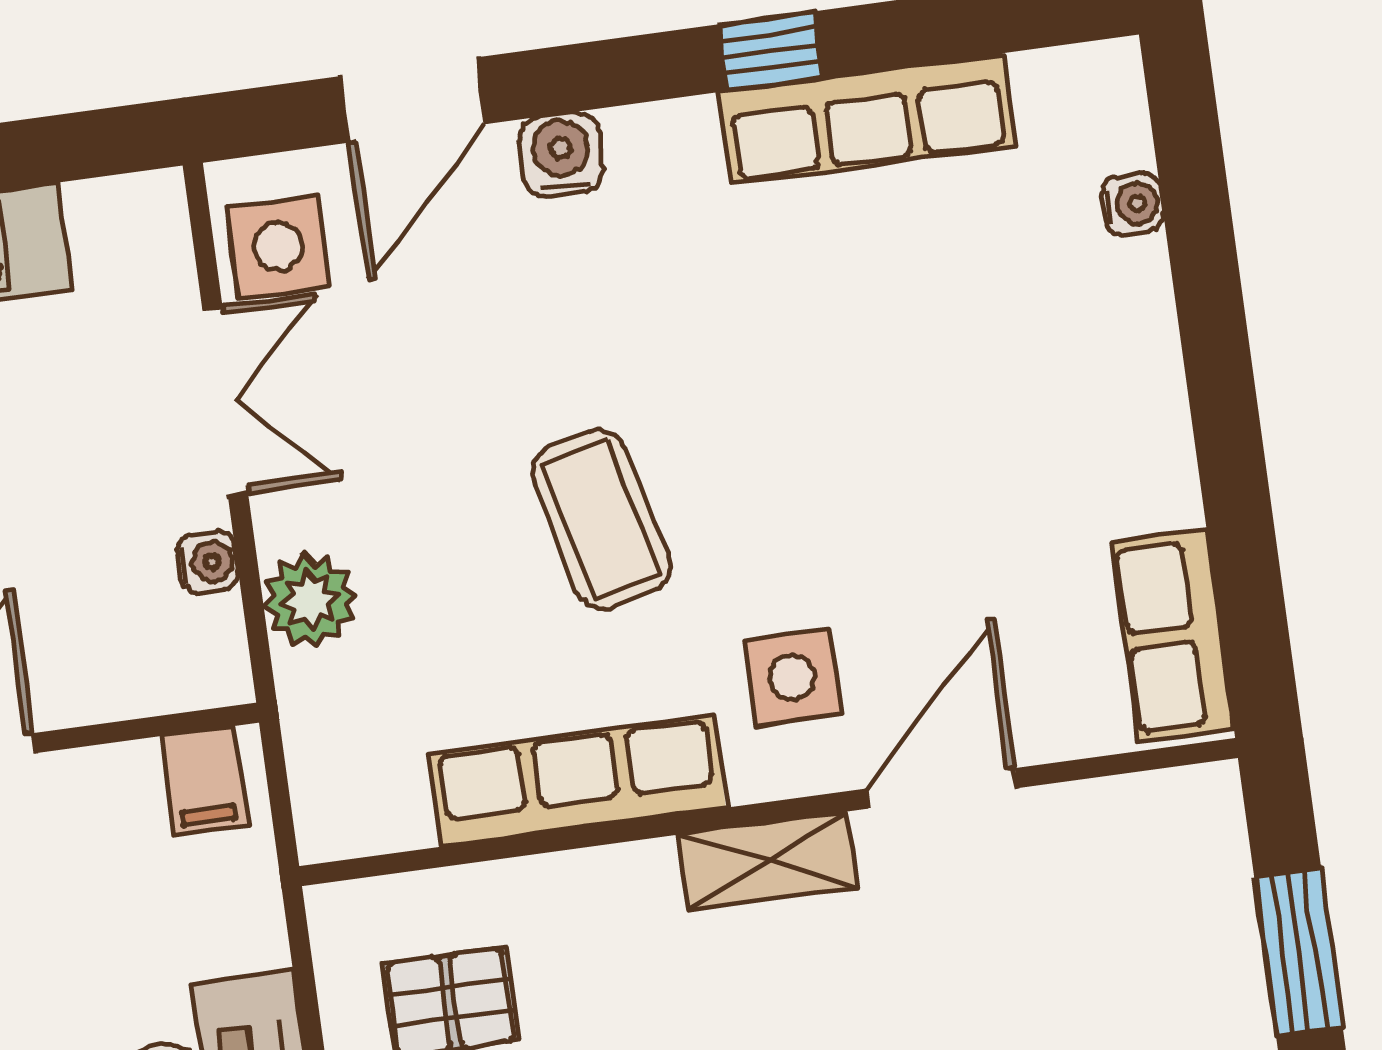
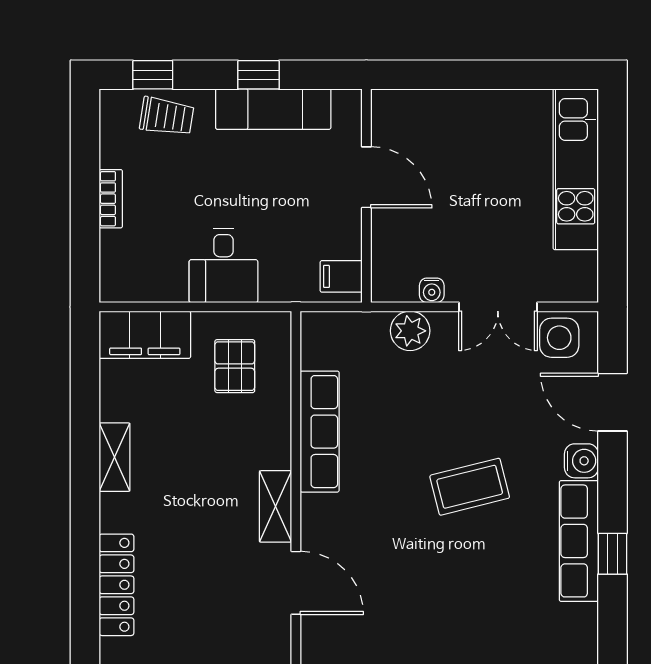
row of seats: (867, 119) -> (579, 541), moved
coffee table: (601, 519) -> (470, 487), moved
side table: (792, 677) -> (351, 527), removed

